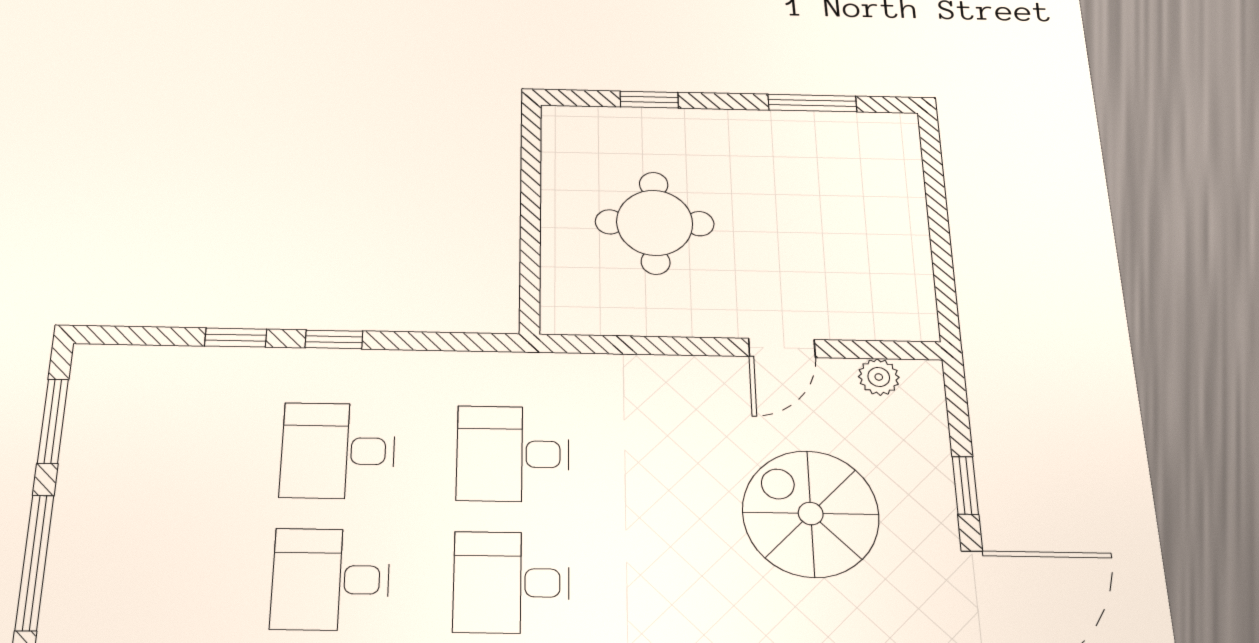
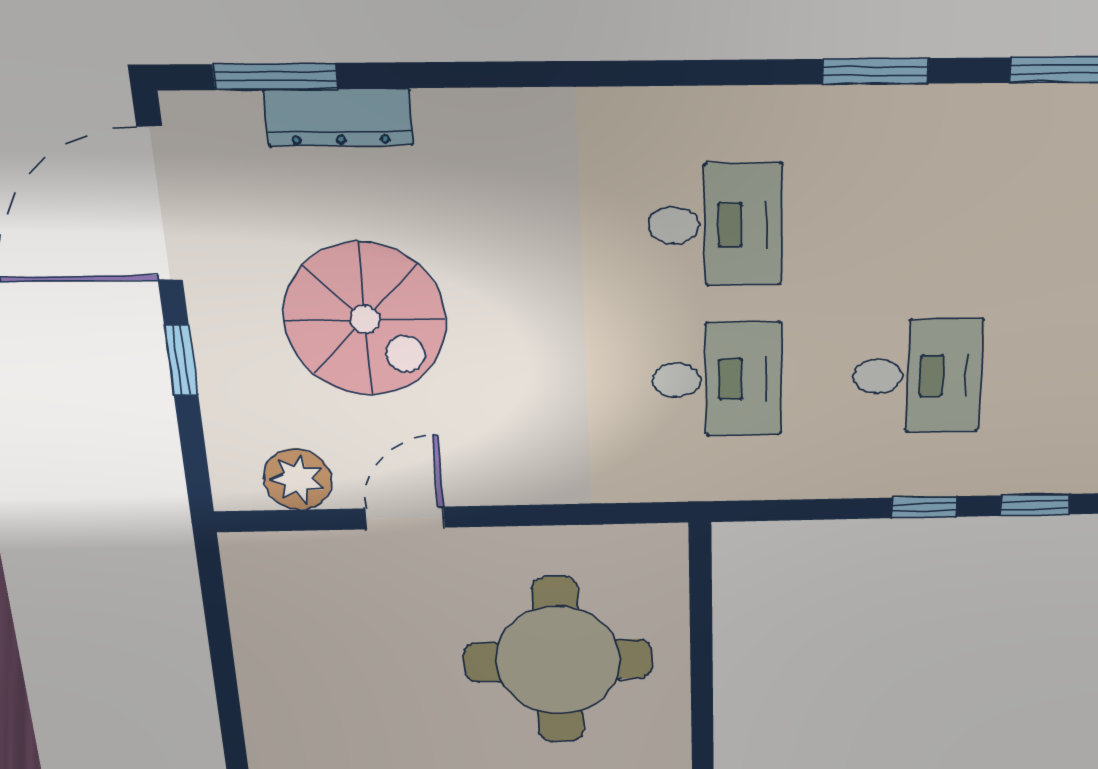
round table: (655, 223) -> (558, 661), width x1.36, depth x1.36
plant: (879, 377) -> (298, 479), width x1.38, depth x1.38
desk: (331, 579) -> (924, 222), removed

